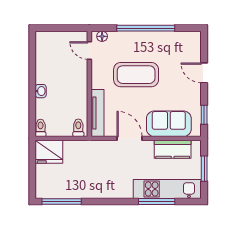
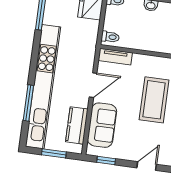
tv unit: (98, 113) -> (115, 57), width x0.71
kitchen unit: (167, 189) -> (43, 87), width x1.86

